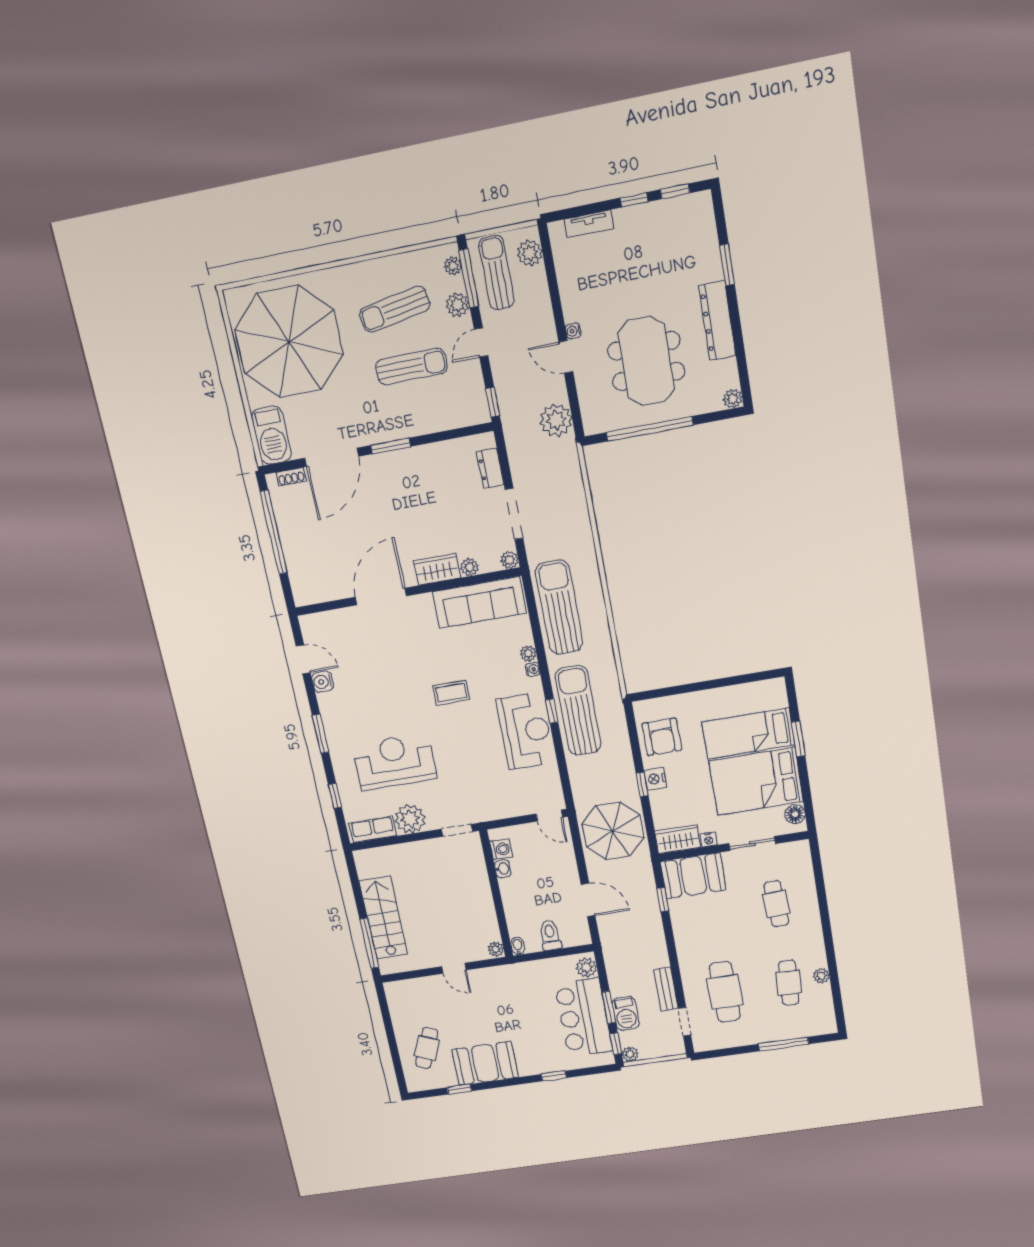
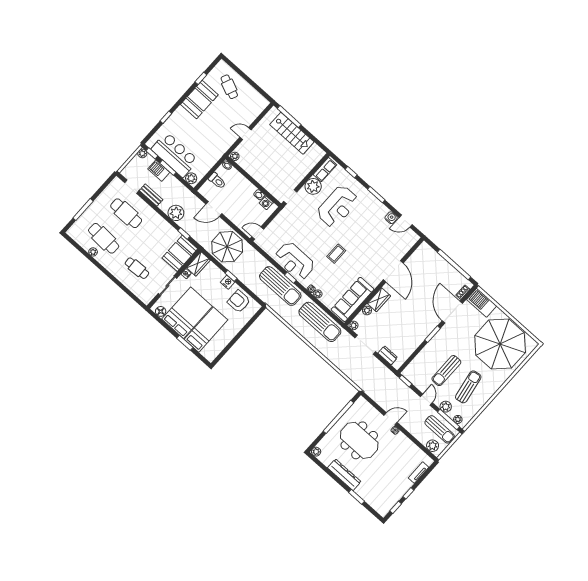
plant: (556, 420) -> (176, 213), moved
cafe table: (789, 983) -> (104, 238), width x1.37, depth x1.35

